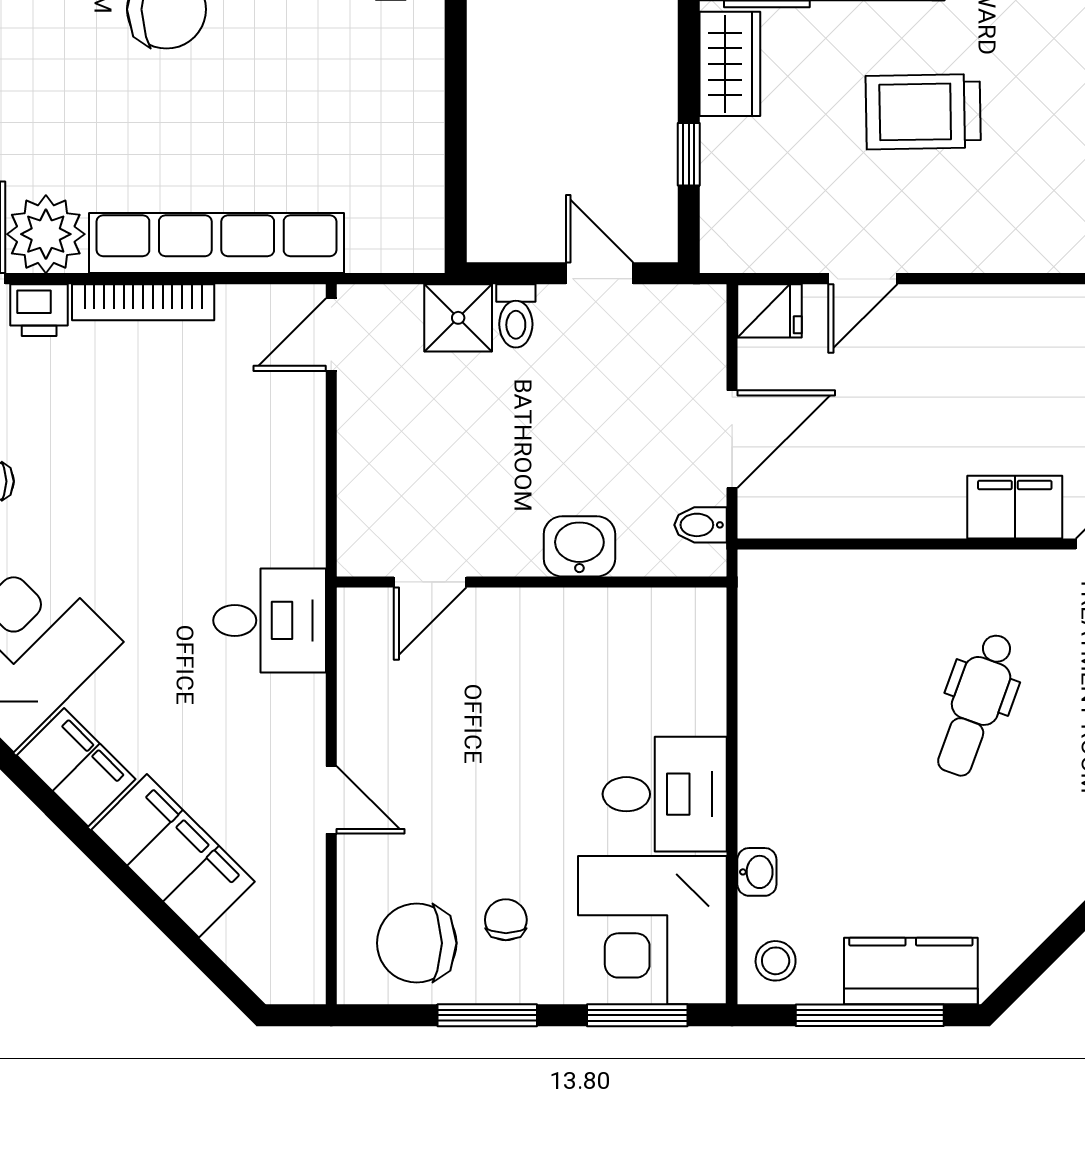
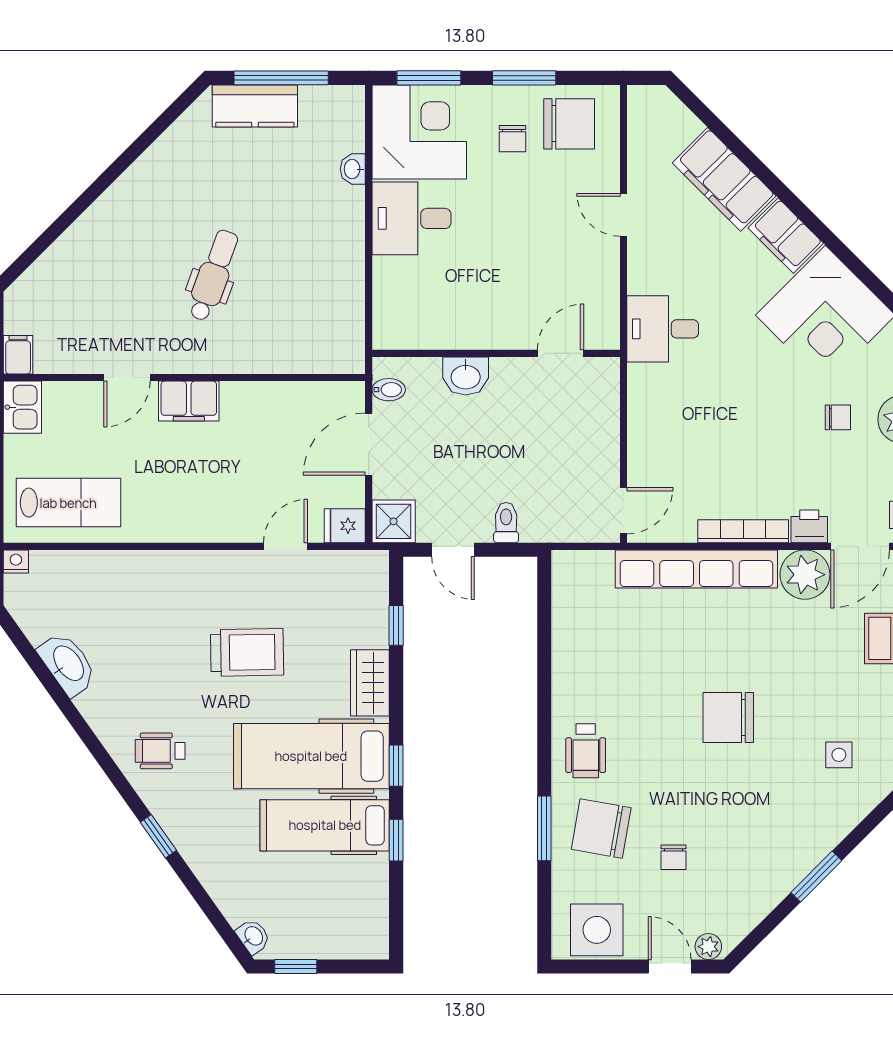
shower: (458, 318) -> (394, 521), moved
stool: (776, 961) -> (341, 112), removed

